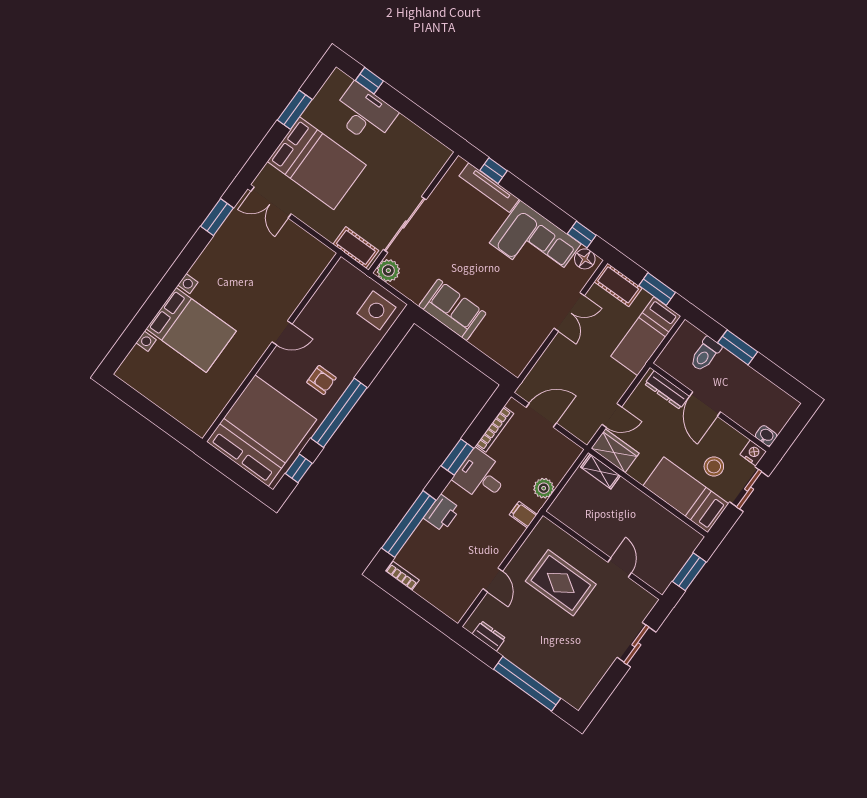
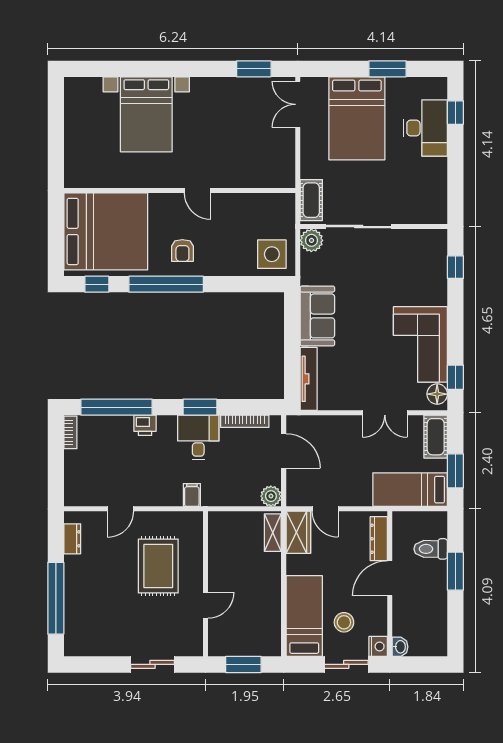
tv unit: (489, 188) -> (309, 379), moved, turned 180
plant: (544, 488) -> (271, 496), moved
printer: (442, 513) -> (145, 425), width x0.73, depth x0.81

